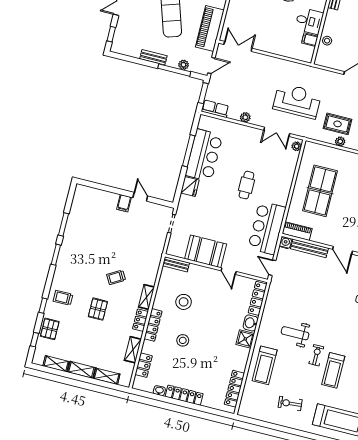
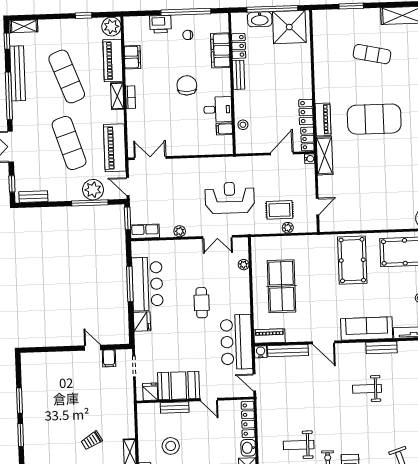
bench: (153, 57) -> (33, 197), moved
plant: (184, 65) -> (93, 190), width x1.88, depth x1.88
door: (211, 65) -> (128, 187), swing flipped
plant: (297, 146) -> (244, 265), moved
filing cabinet: (124, 203) -> (109, 358), moved
fridge: (179, 250) -> (150, 392), added
bench: (176, 264) -> (175, 407), moved

